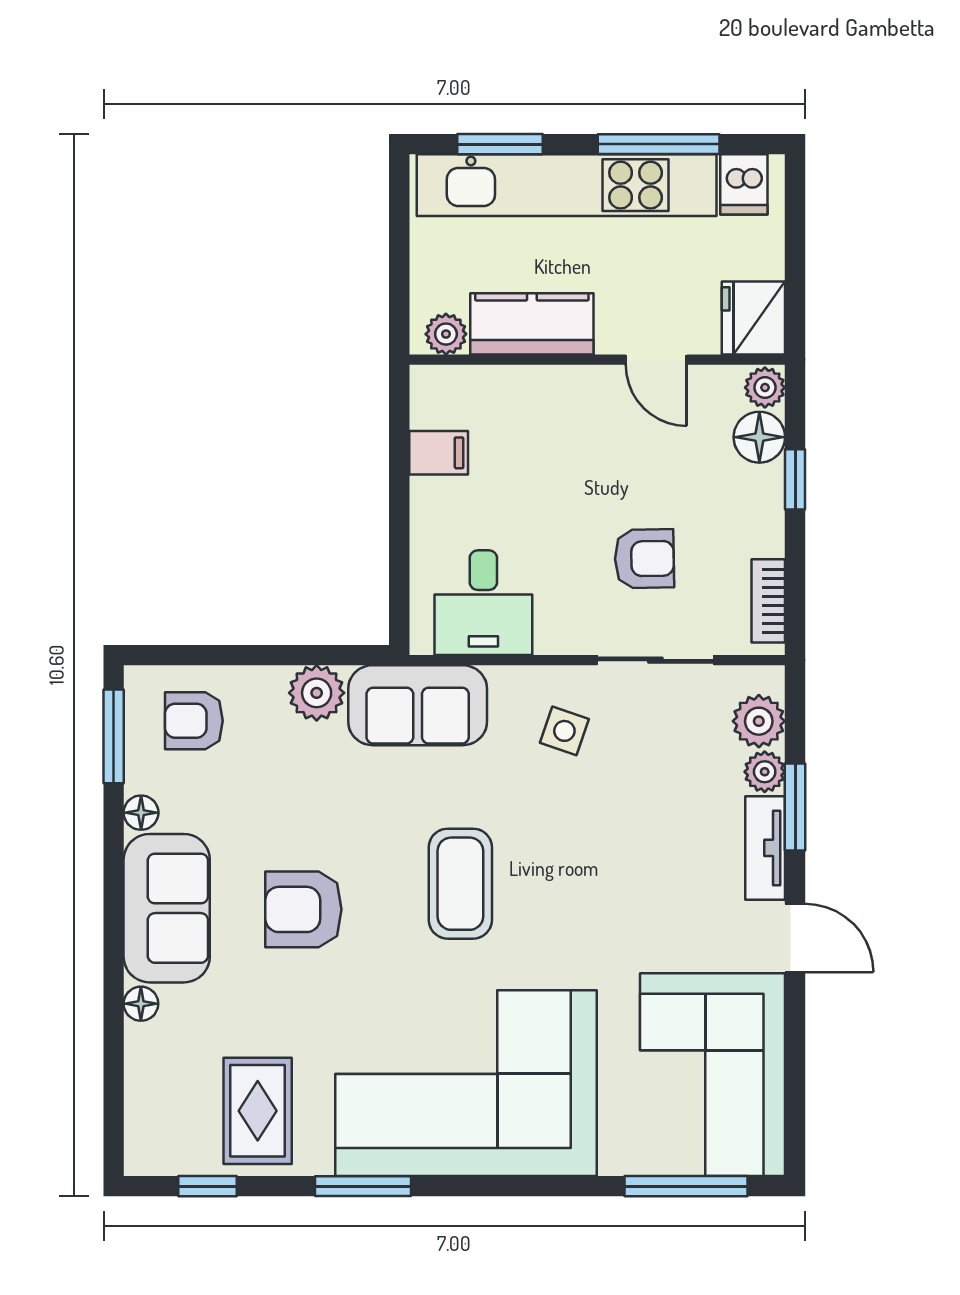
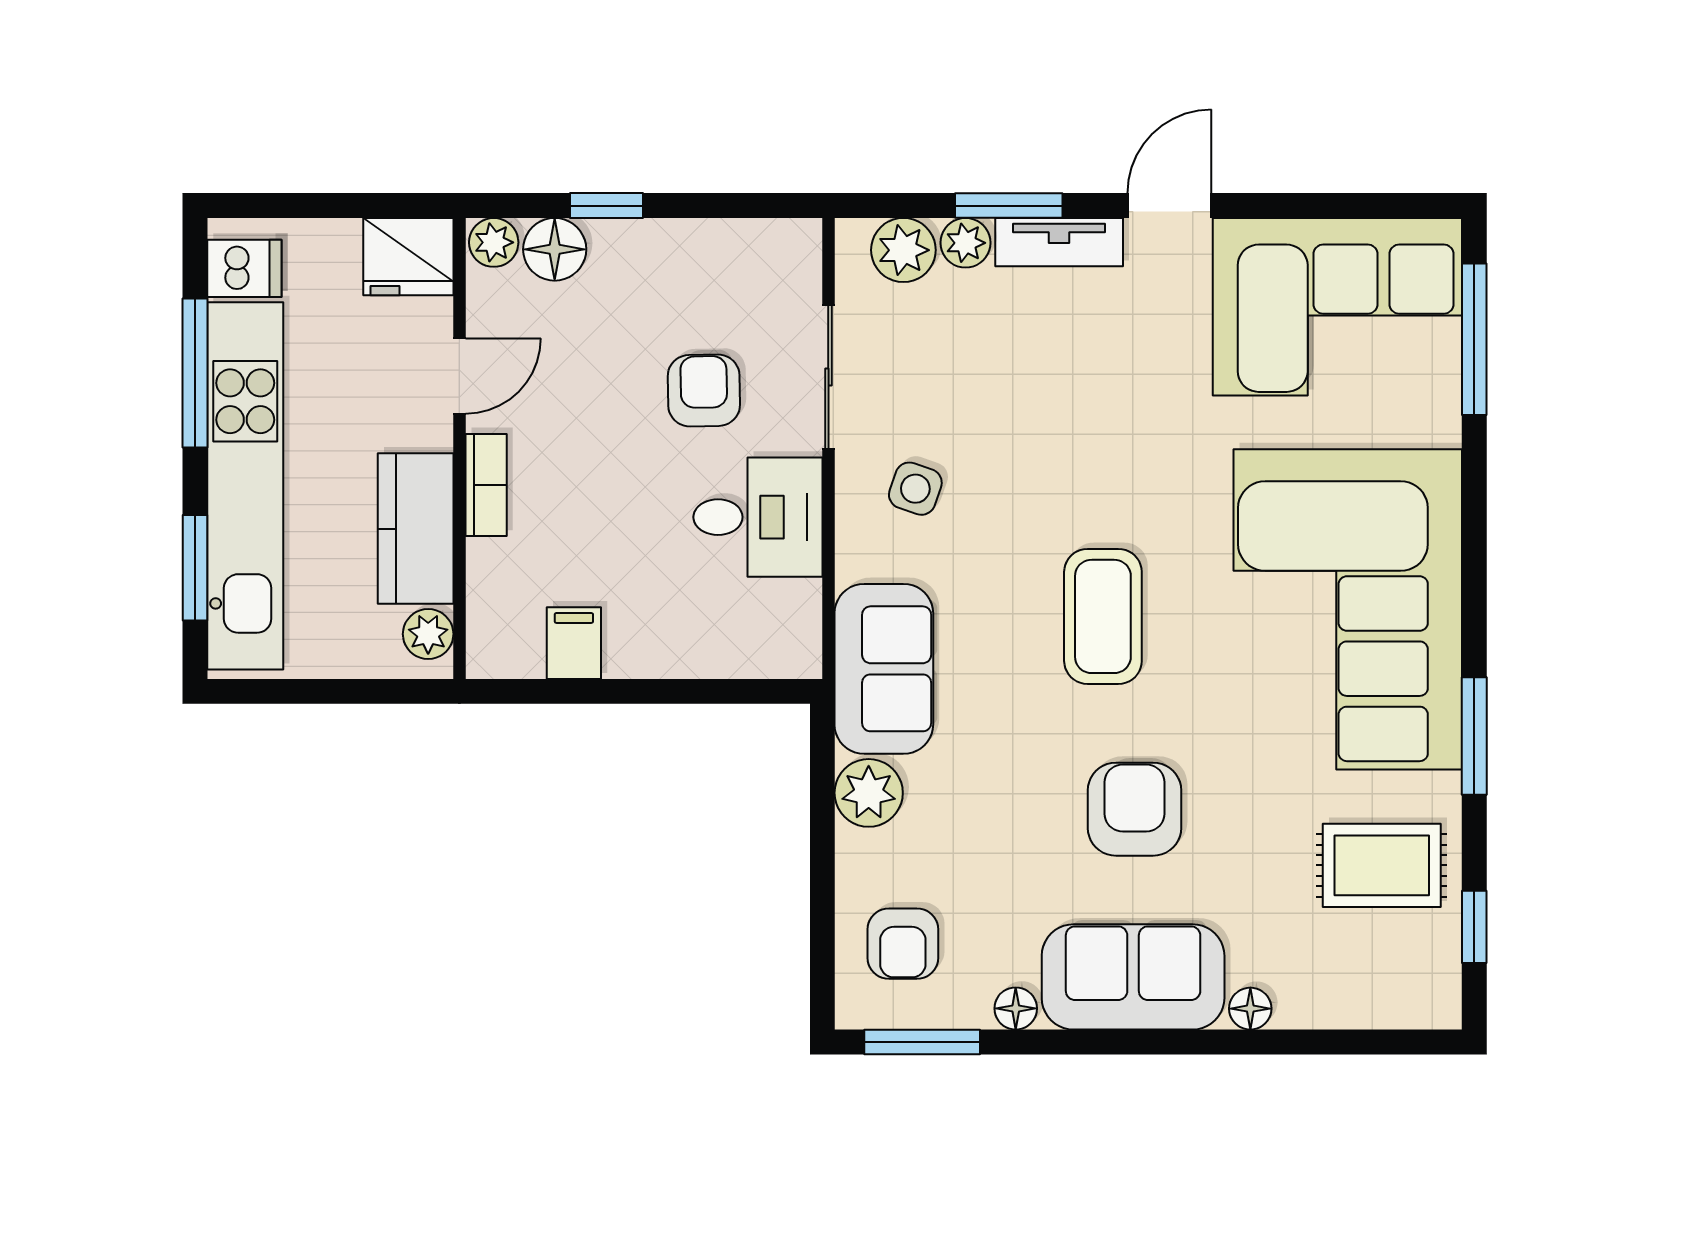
bookcase: (768, 601) -> (486, 485), moved, turned -90
desk: (483, 603) -> (758, 517), moved
coffee table: (460, 884) -> (1103, 616), turned 90
armchair: (303, 909) -> (1135, 809), turned 180

